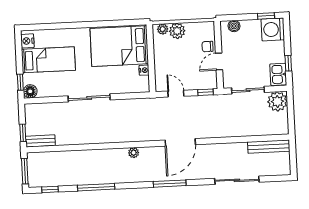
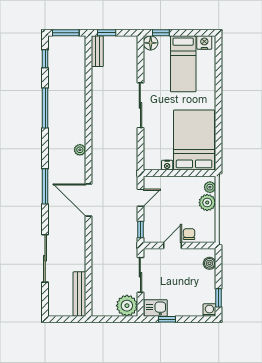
washing machine: (273, 29) -> (209, 310), width x0.53, depth x0.53
door: (219, 61) -> (173, 245), hinge flipped

